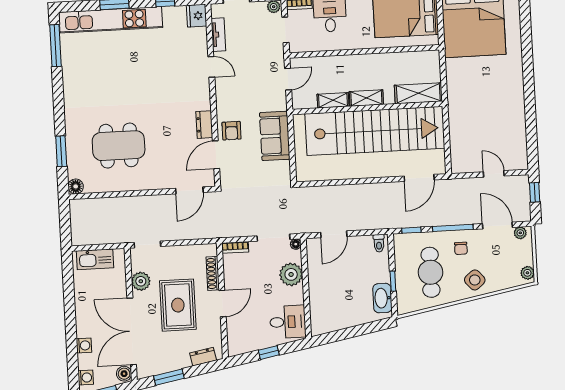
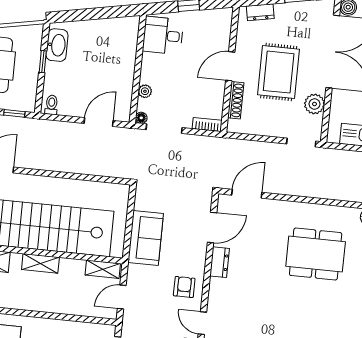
shelving: (333, 100) -> (103, 269), moved
armchair: (231, 131) -> (184, 287), moved
plant: (291, 274) -> (145, 91), width x0.53, depth x0.53

